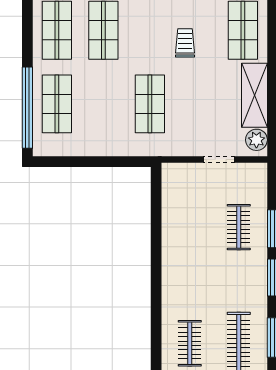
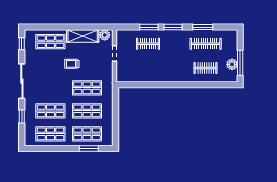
trolley: (185, 43) -> (72, 64), moved
shop shelf: (103, 104) -> (87, 111), added
window: (27, 108) -> (89, 149), width x0.47

